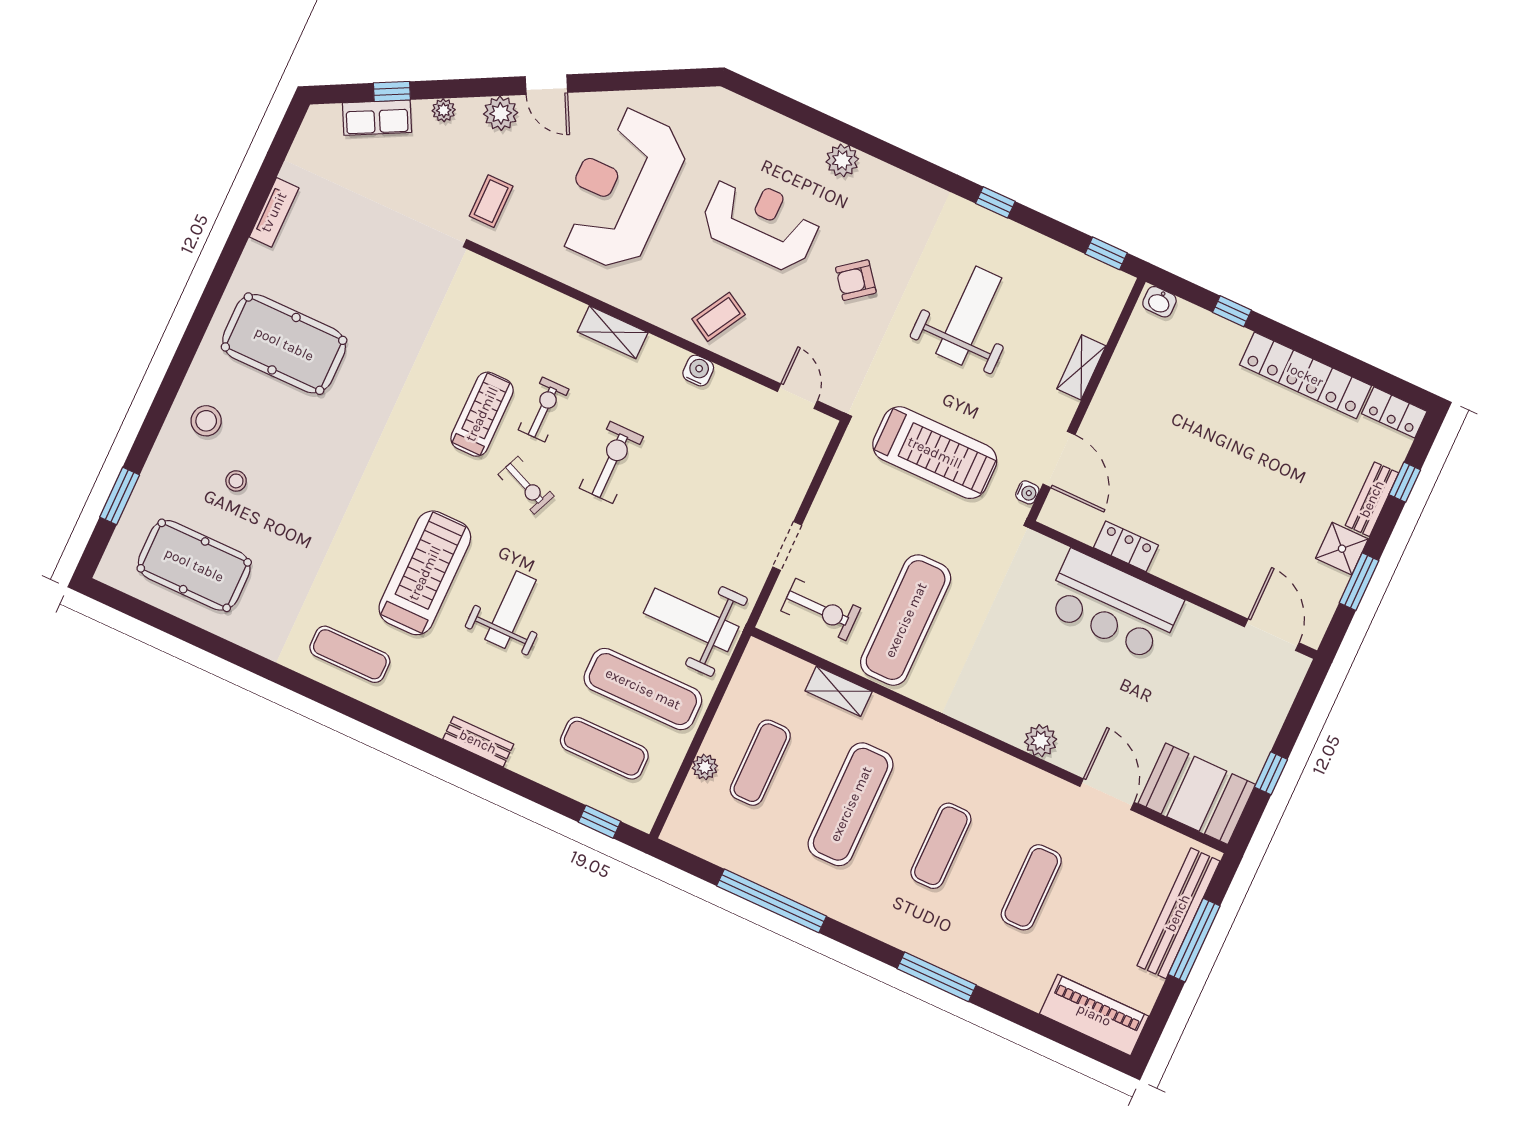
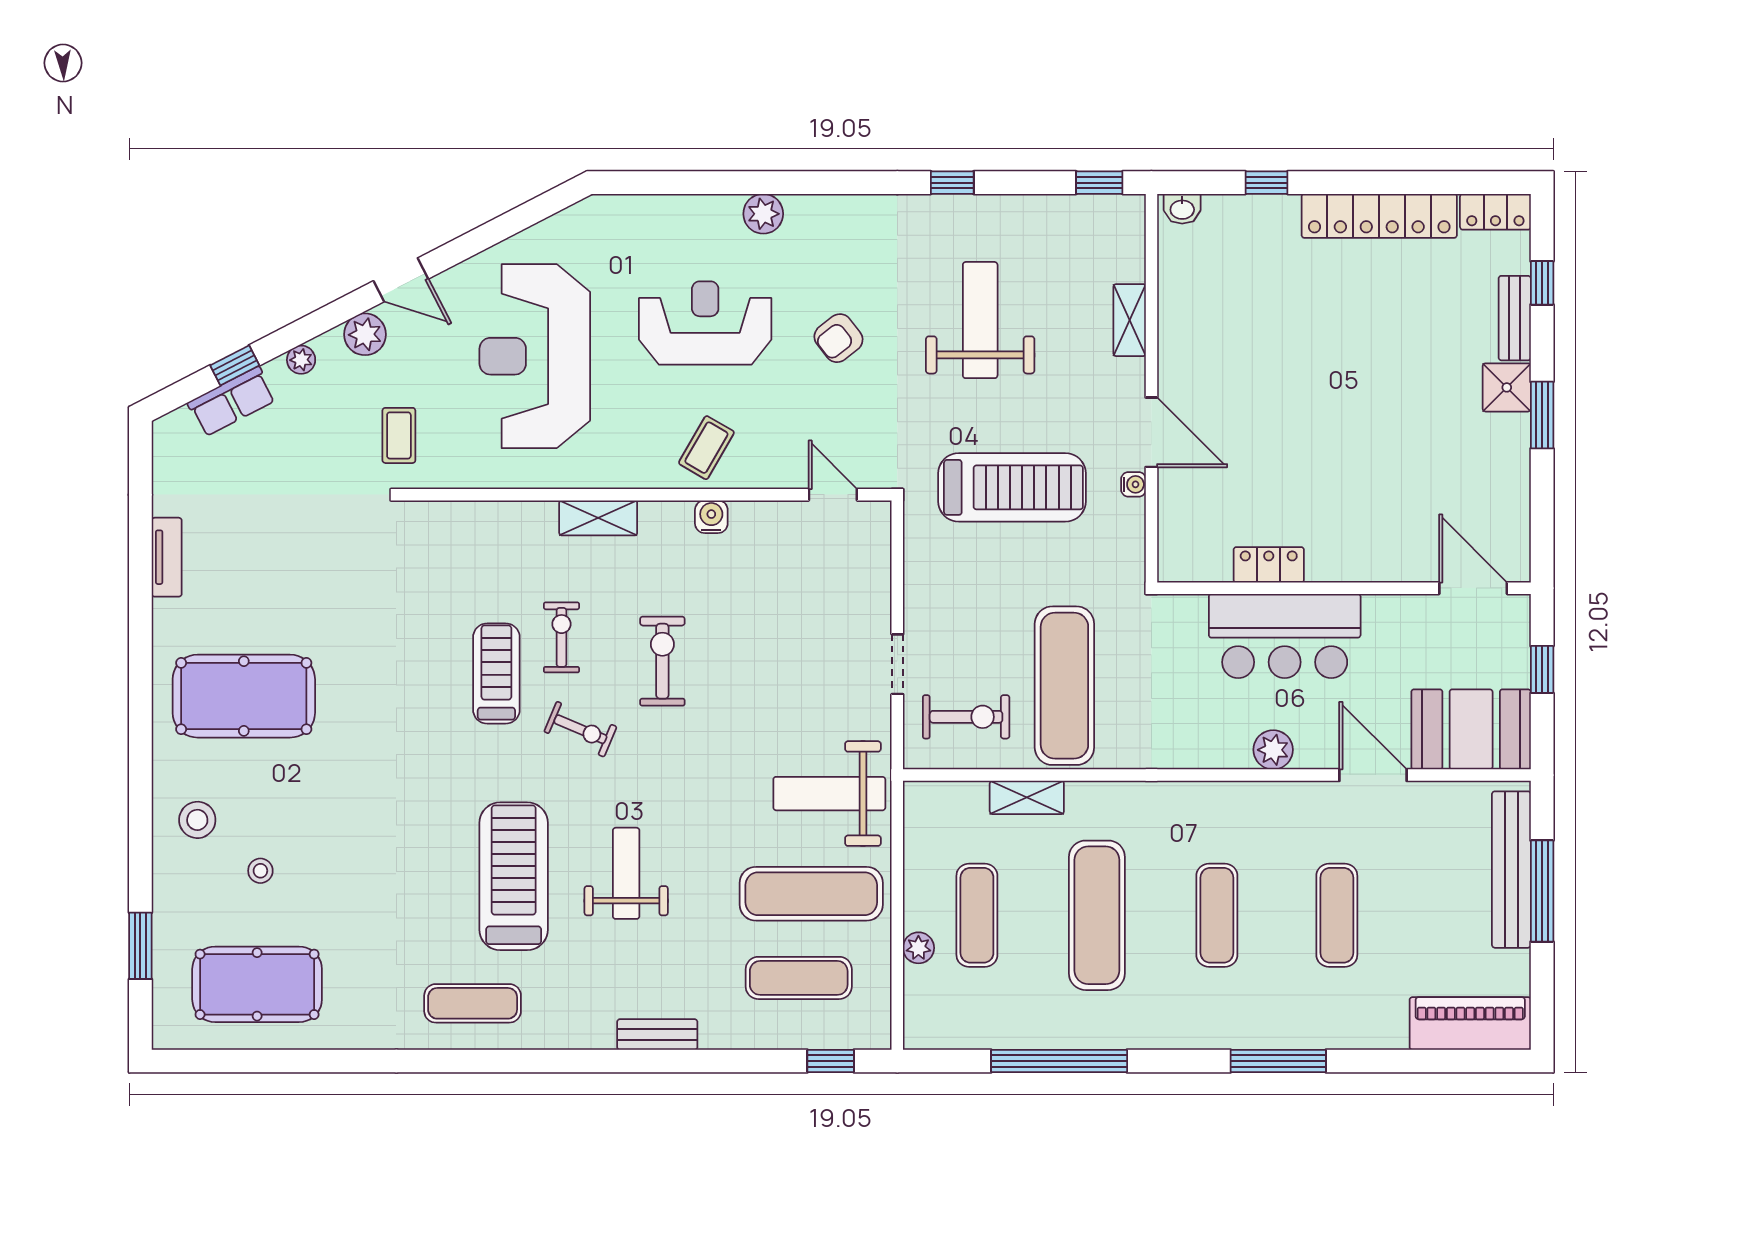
locker: (1126, 546) -> (1269, 565), moved
wall: (1174, 590) -> (1344, 588), moved
bar counter: (1113, 605) -> (1285, 636), moved
door: (1272, 635) -> (1473, 588), moved

